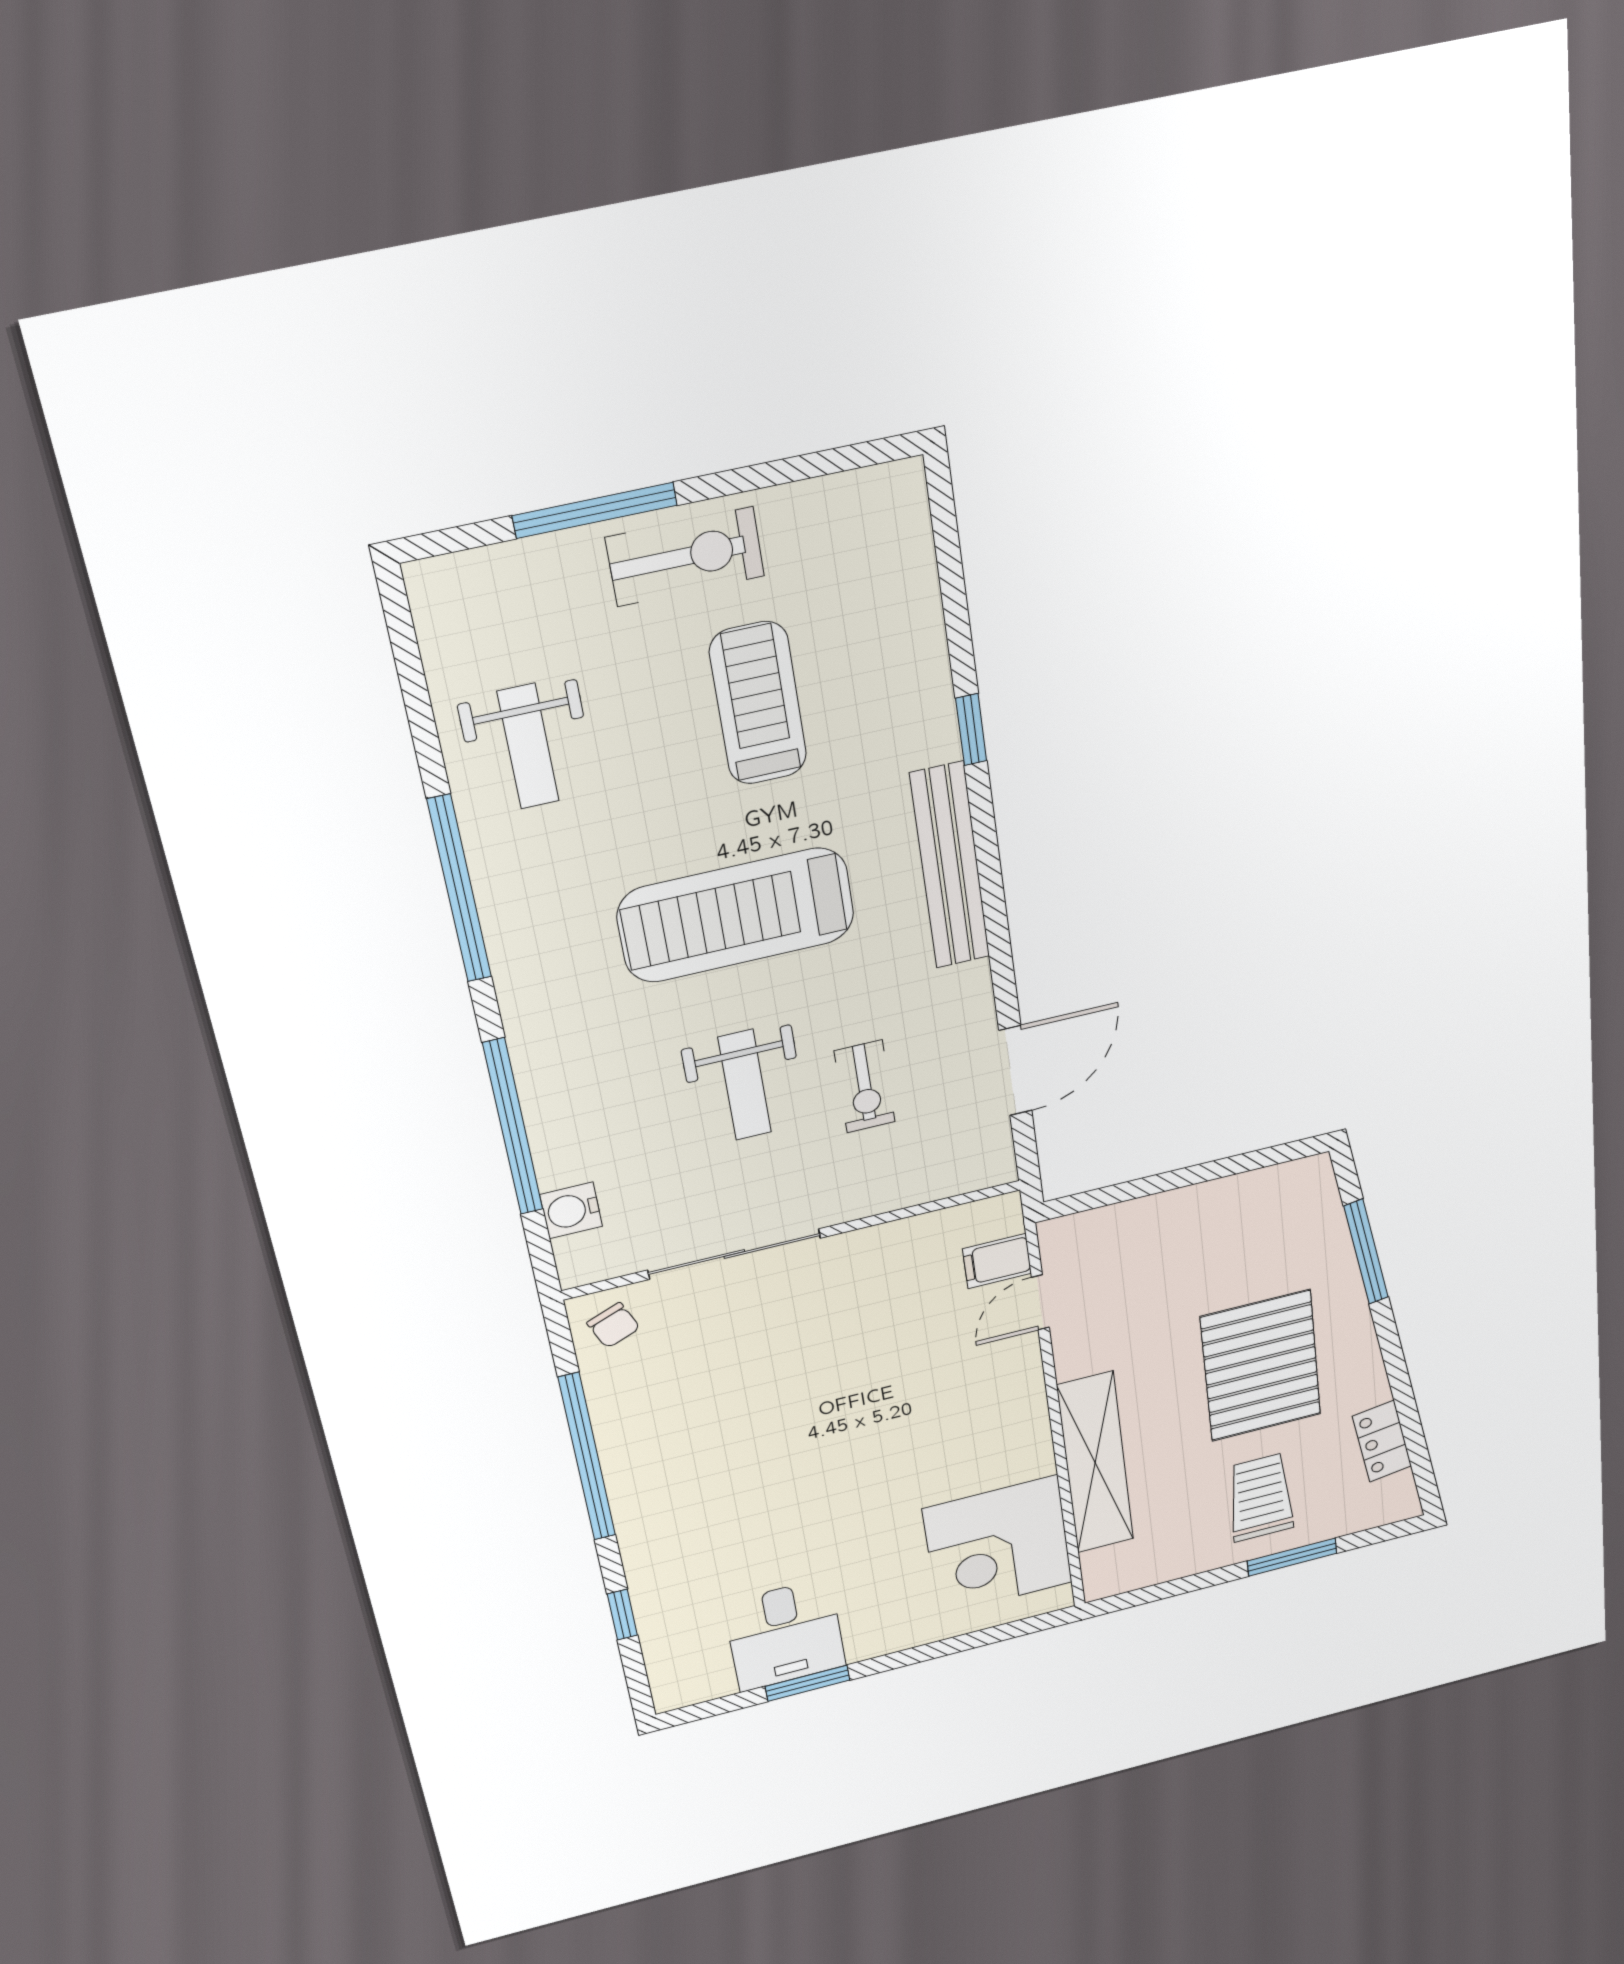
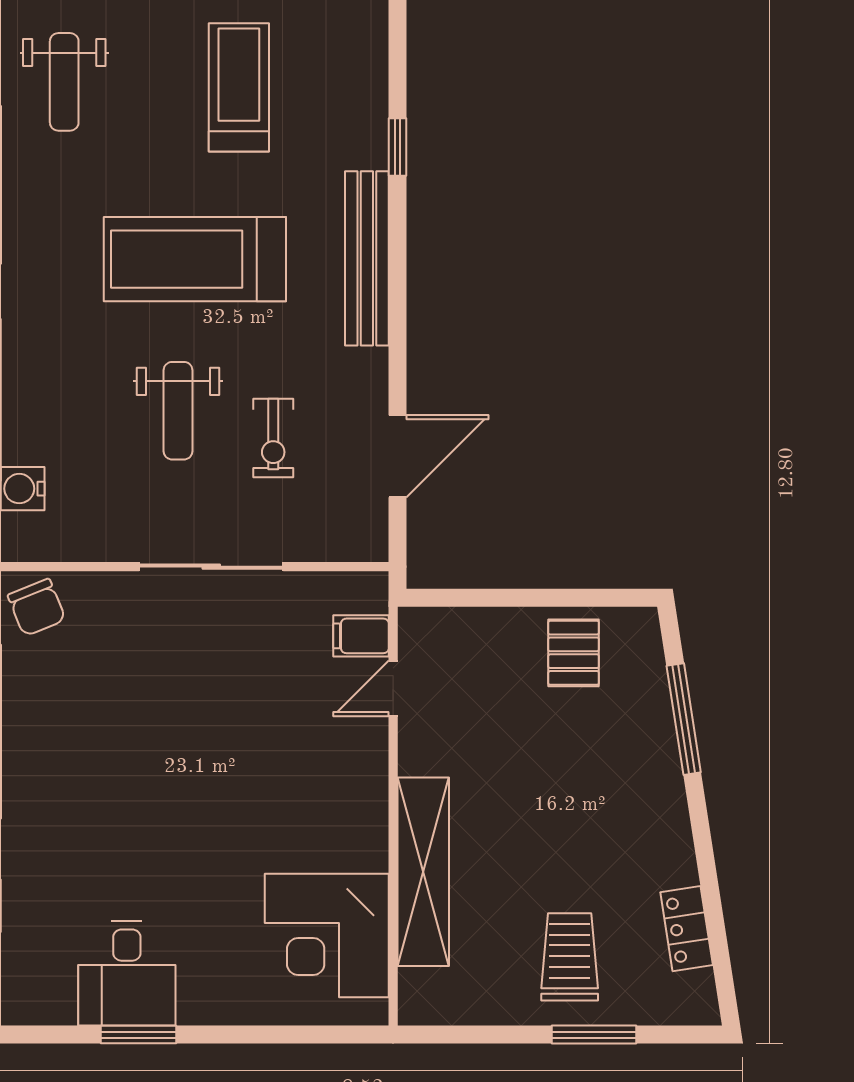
sliding door: (734, 1254) -> (211, 567), moved
chair: (614, 1325) -> (37, 607), width x1.37, depth x1.37
pallet: (1261, 1366) -> (574, 653), moved, width x0.49, depth x0.50

